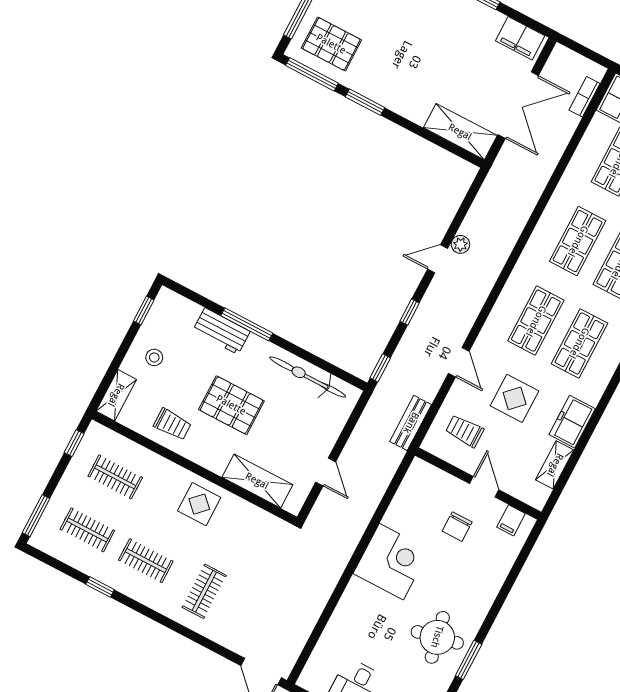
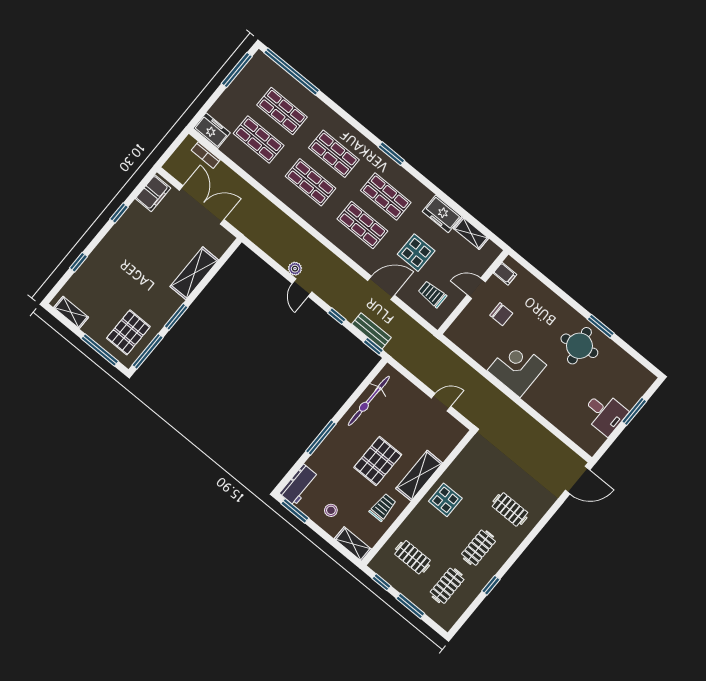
shelving: (460, 132) -> (194, 273), moved
window: (144, 310) -> (295, 511), width x1.50
workbench: (221, 331) -> (299, 485), moved
door: (459, 362) -> (381, 288), width x1.38
bench: (411, 423) -> (371, 331), moved
trolley: (465, 431) -> (432, 294), turned 90
clothes rail: (115, 477) -> (412, 557), turned 90
shelving: (257, 481) -> (419, 476), moved
window: (36, 516) -> (410, 606), moved

